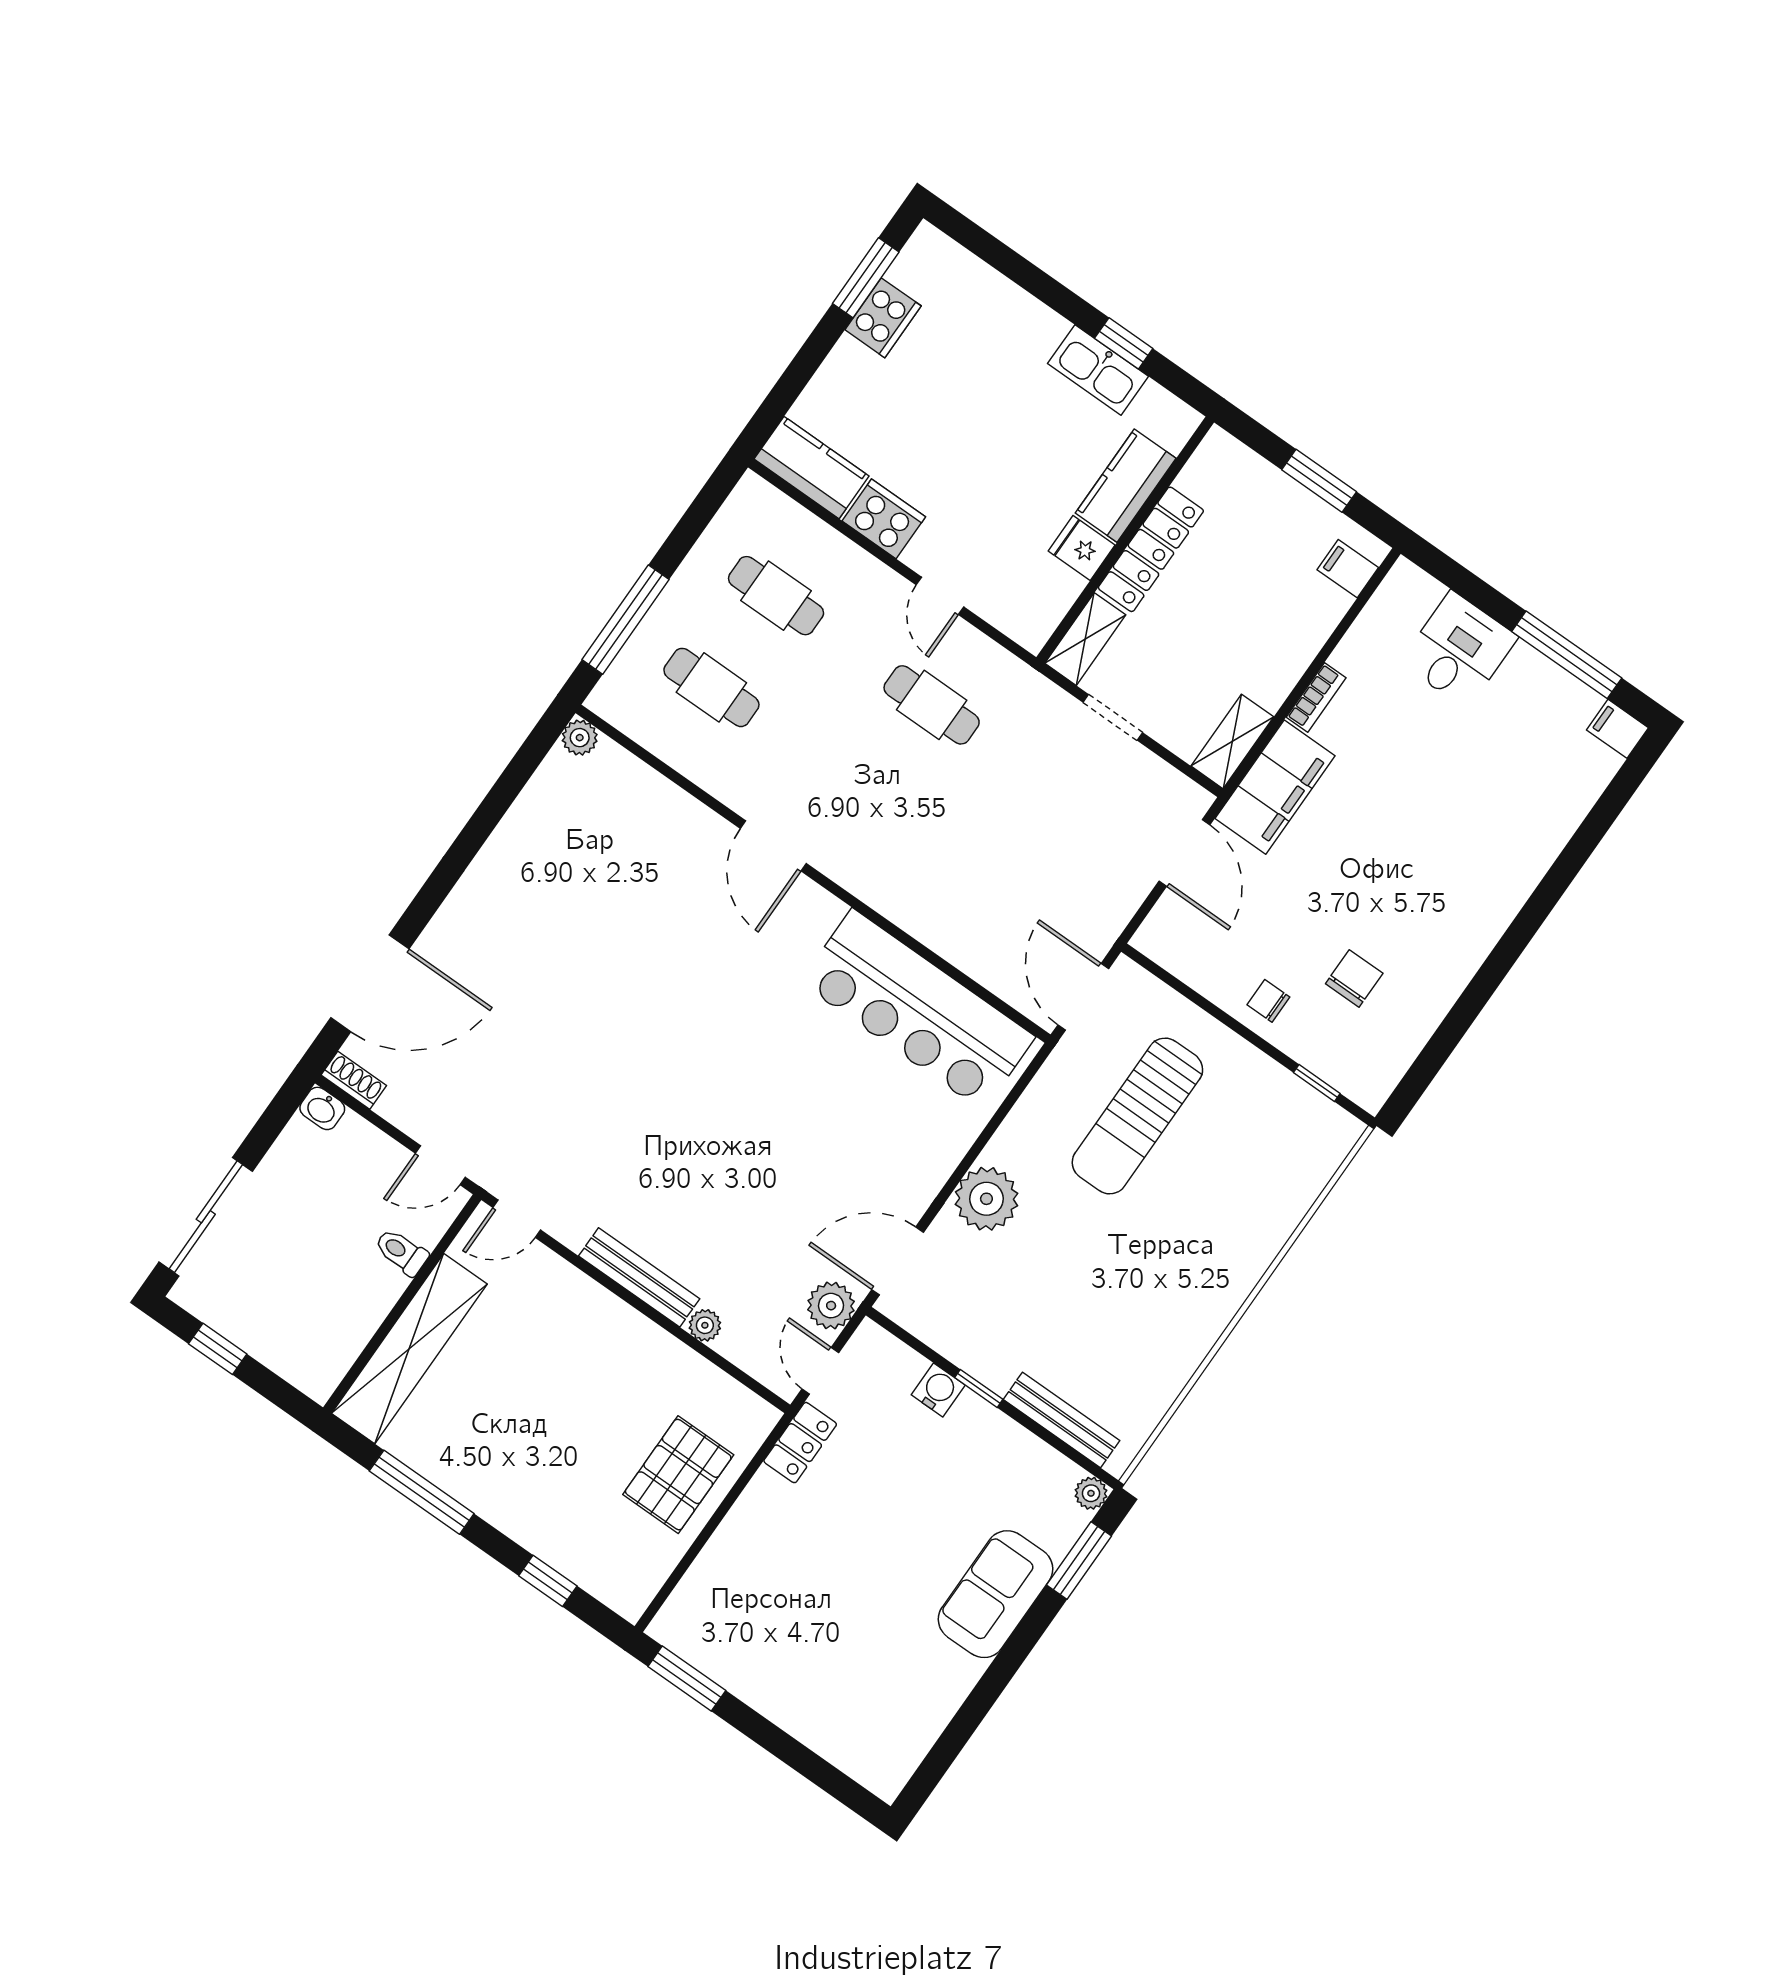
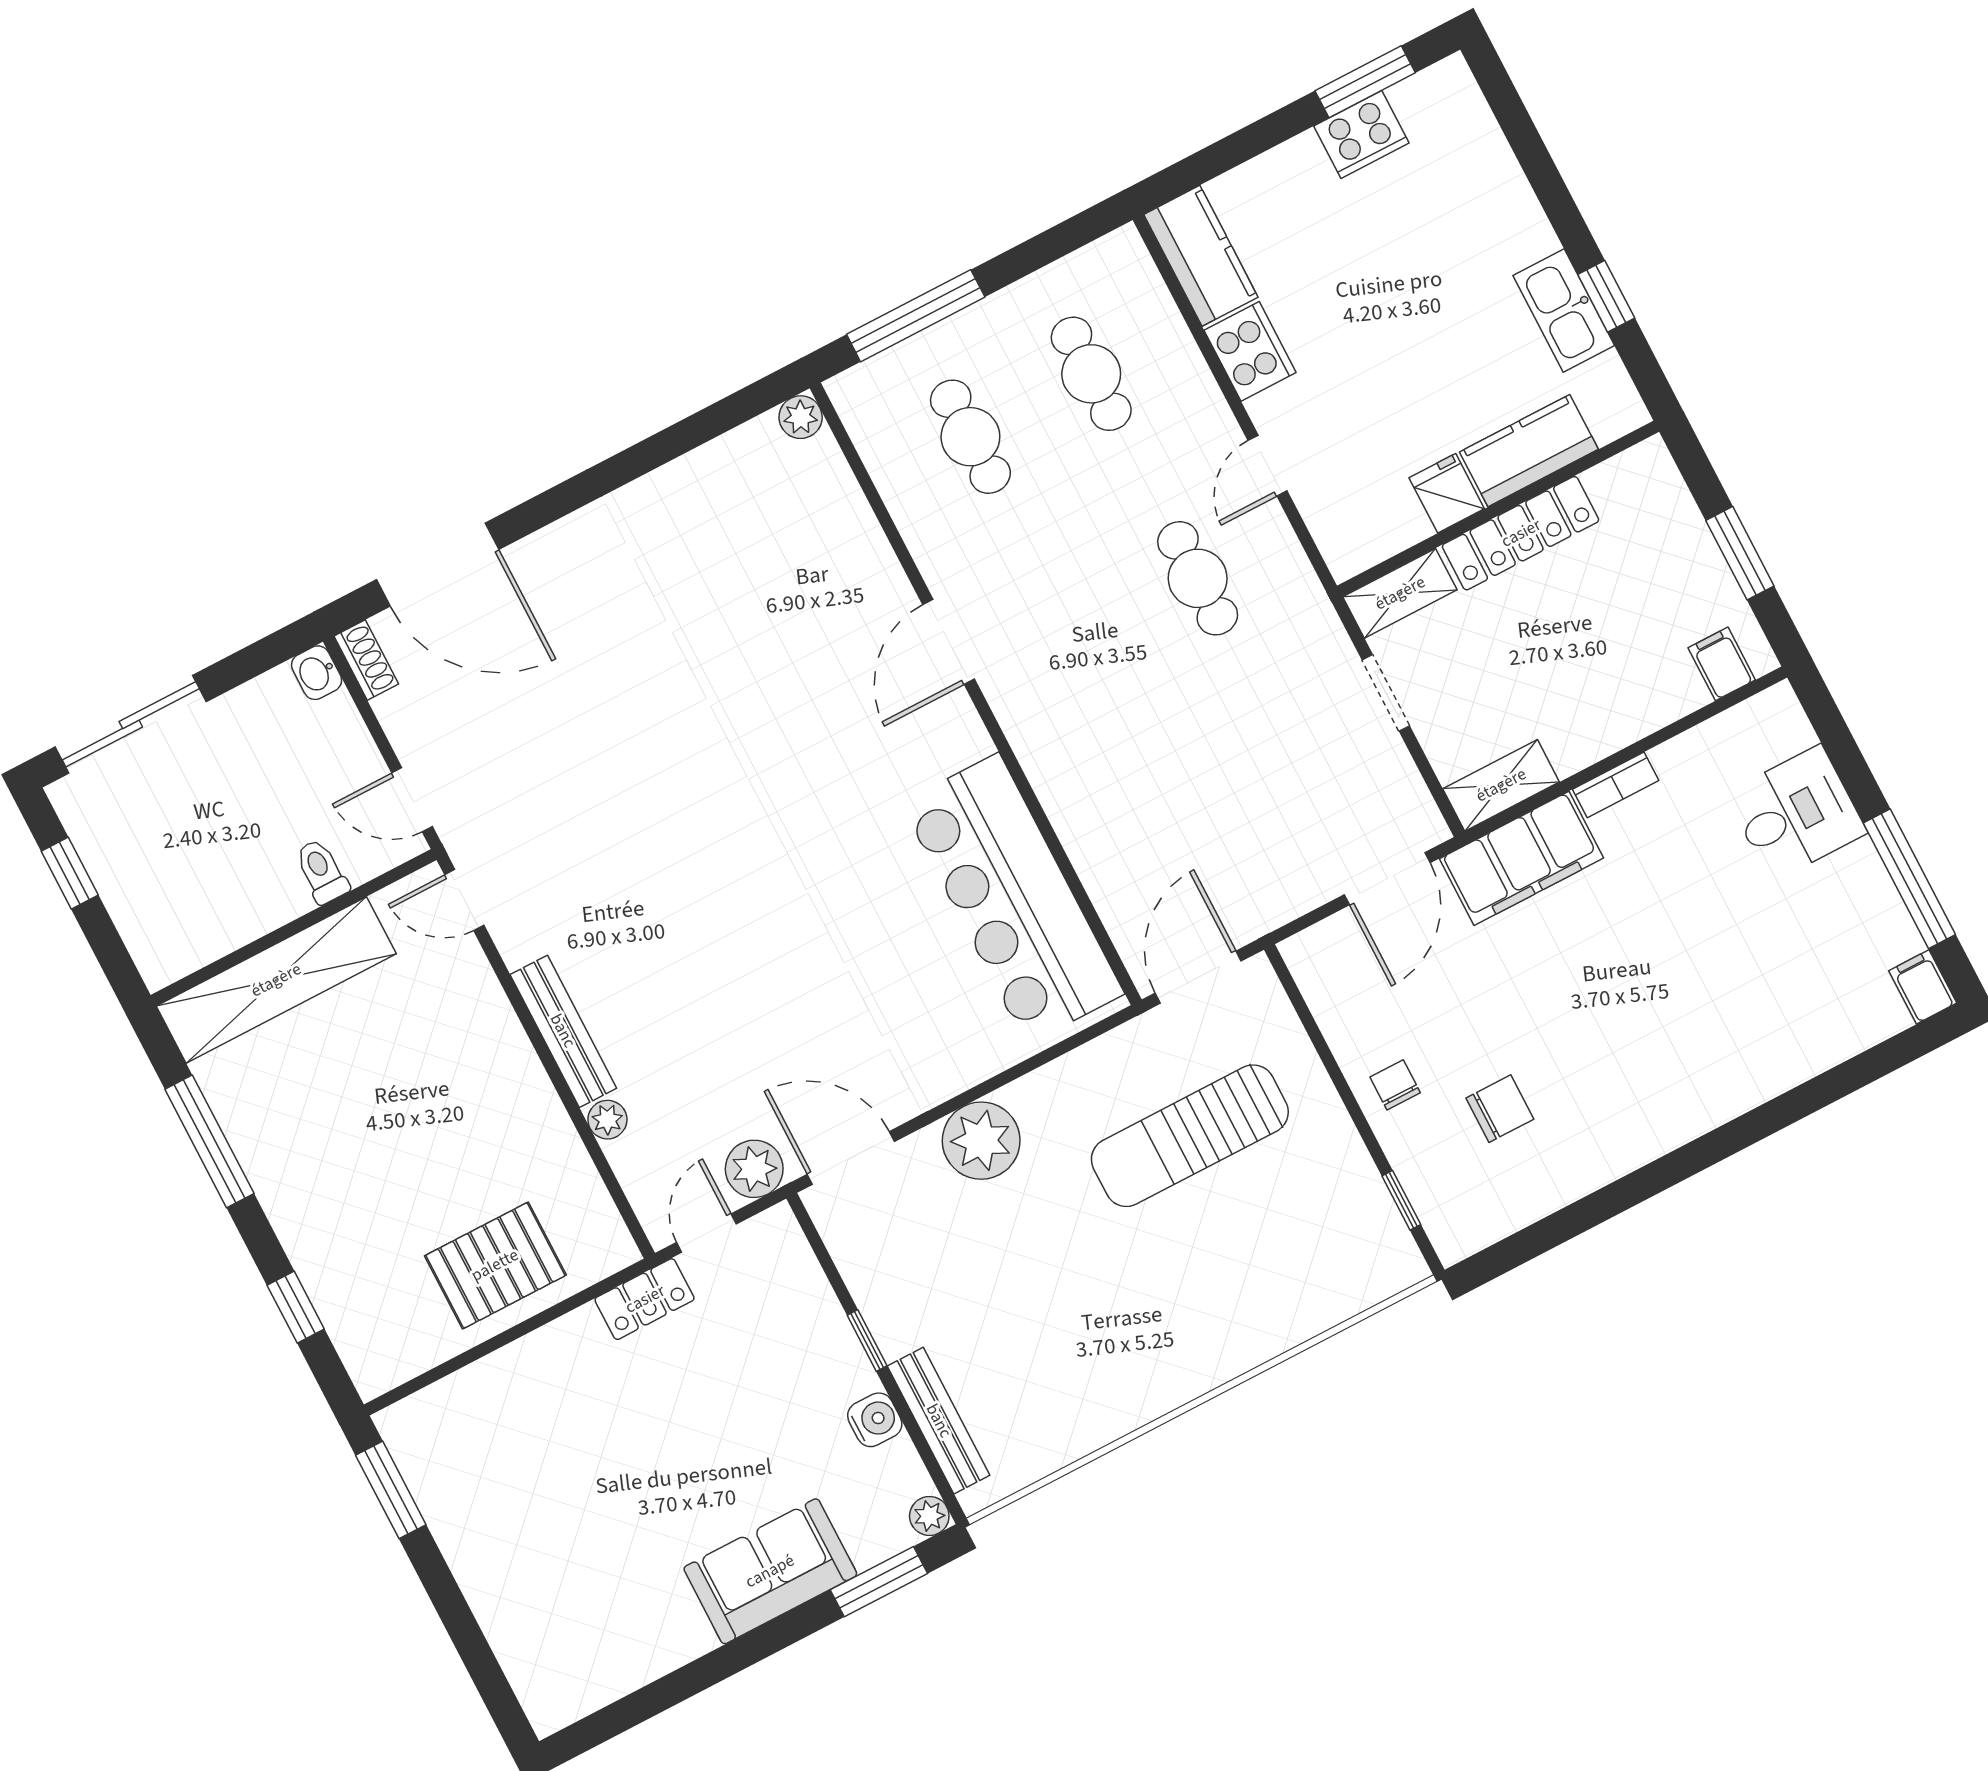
water cooler: (938, 1390) -> (875, 1420), moved

